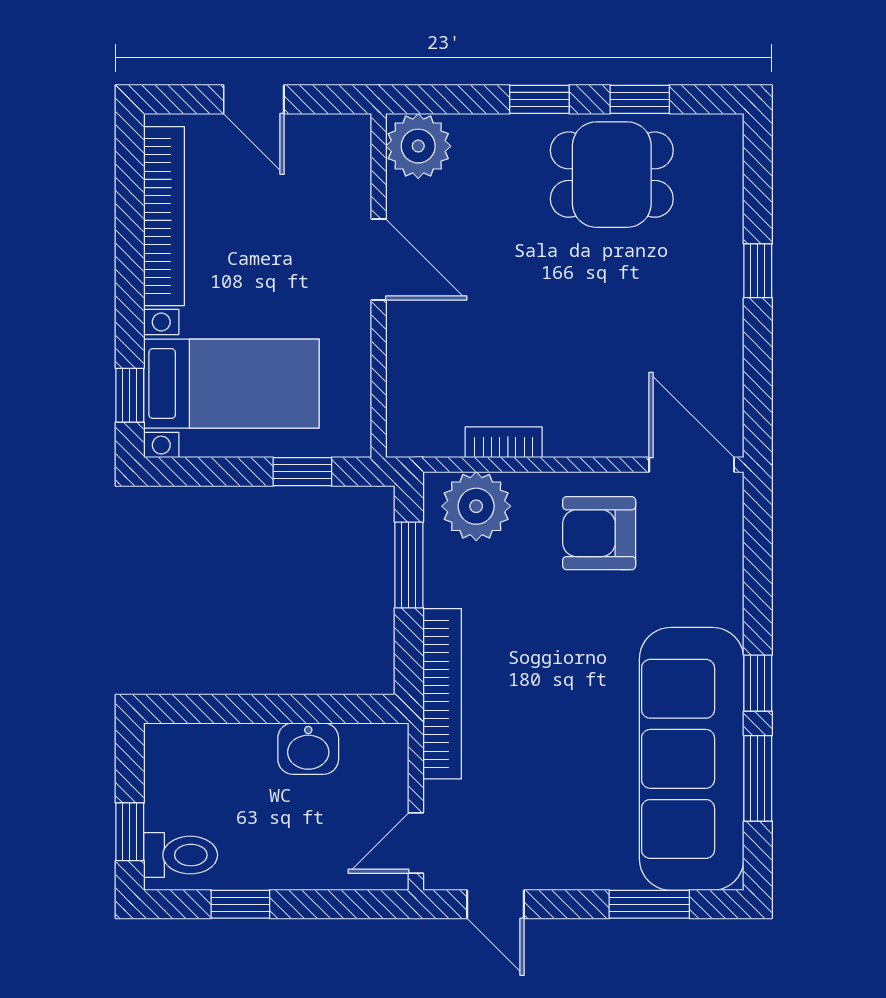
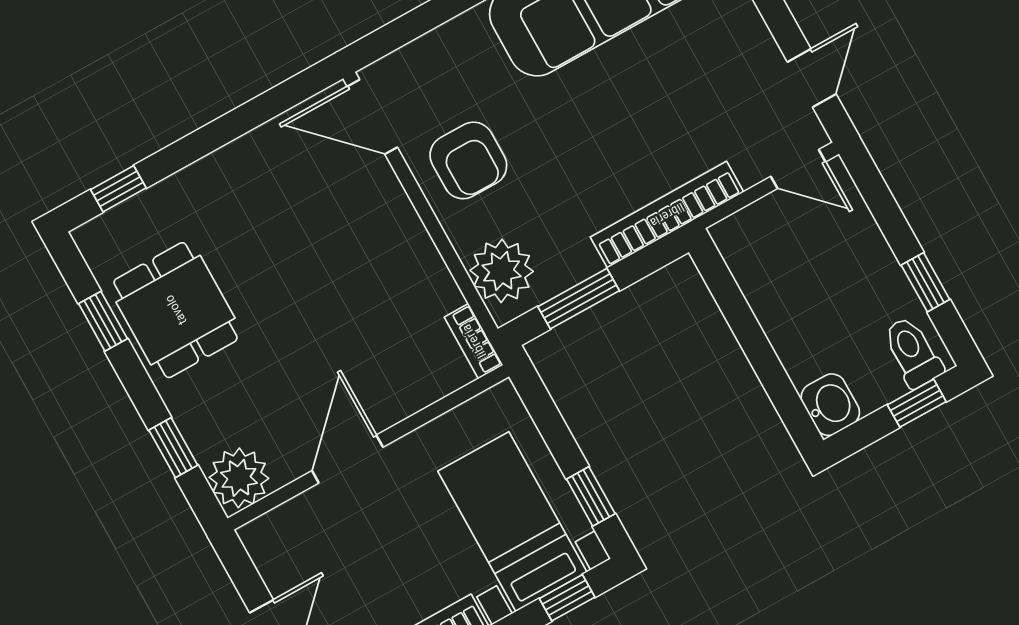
window: (539, 99) -> (173, 448), moved
window: (758, 271) -> (118, 189), moved
bookcase: (504, 442) -> (474, 341), moved
door: (692, 465) -> (372, 117), hinge flipped
window: (302, 472) -> (591, 496), moved
washbasin: (308, 749) -> (830, 405), moved

